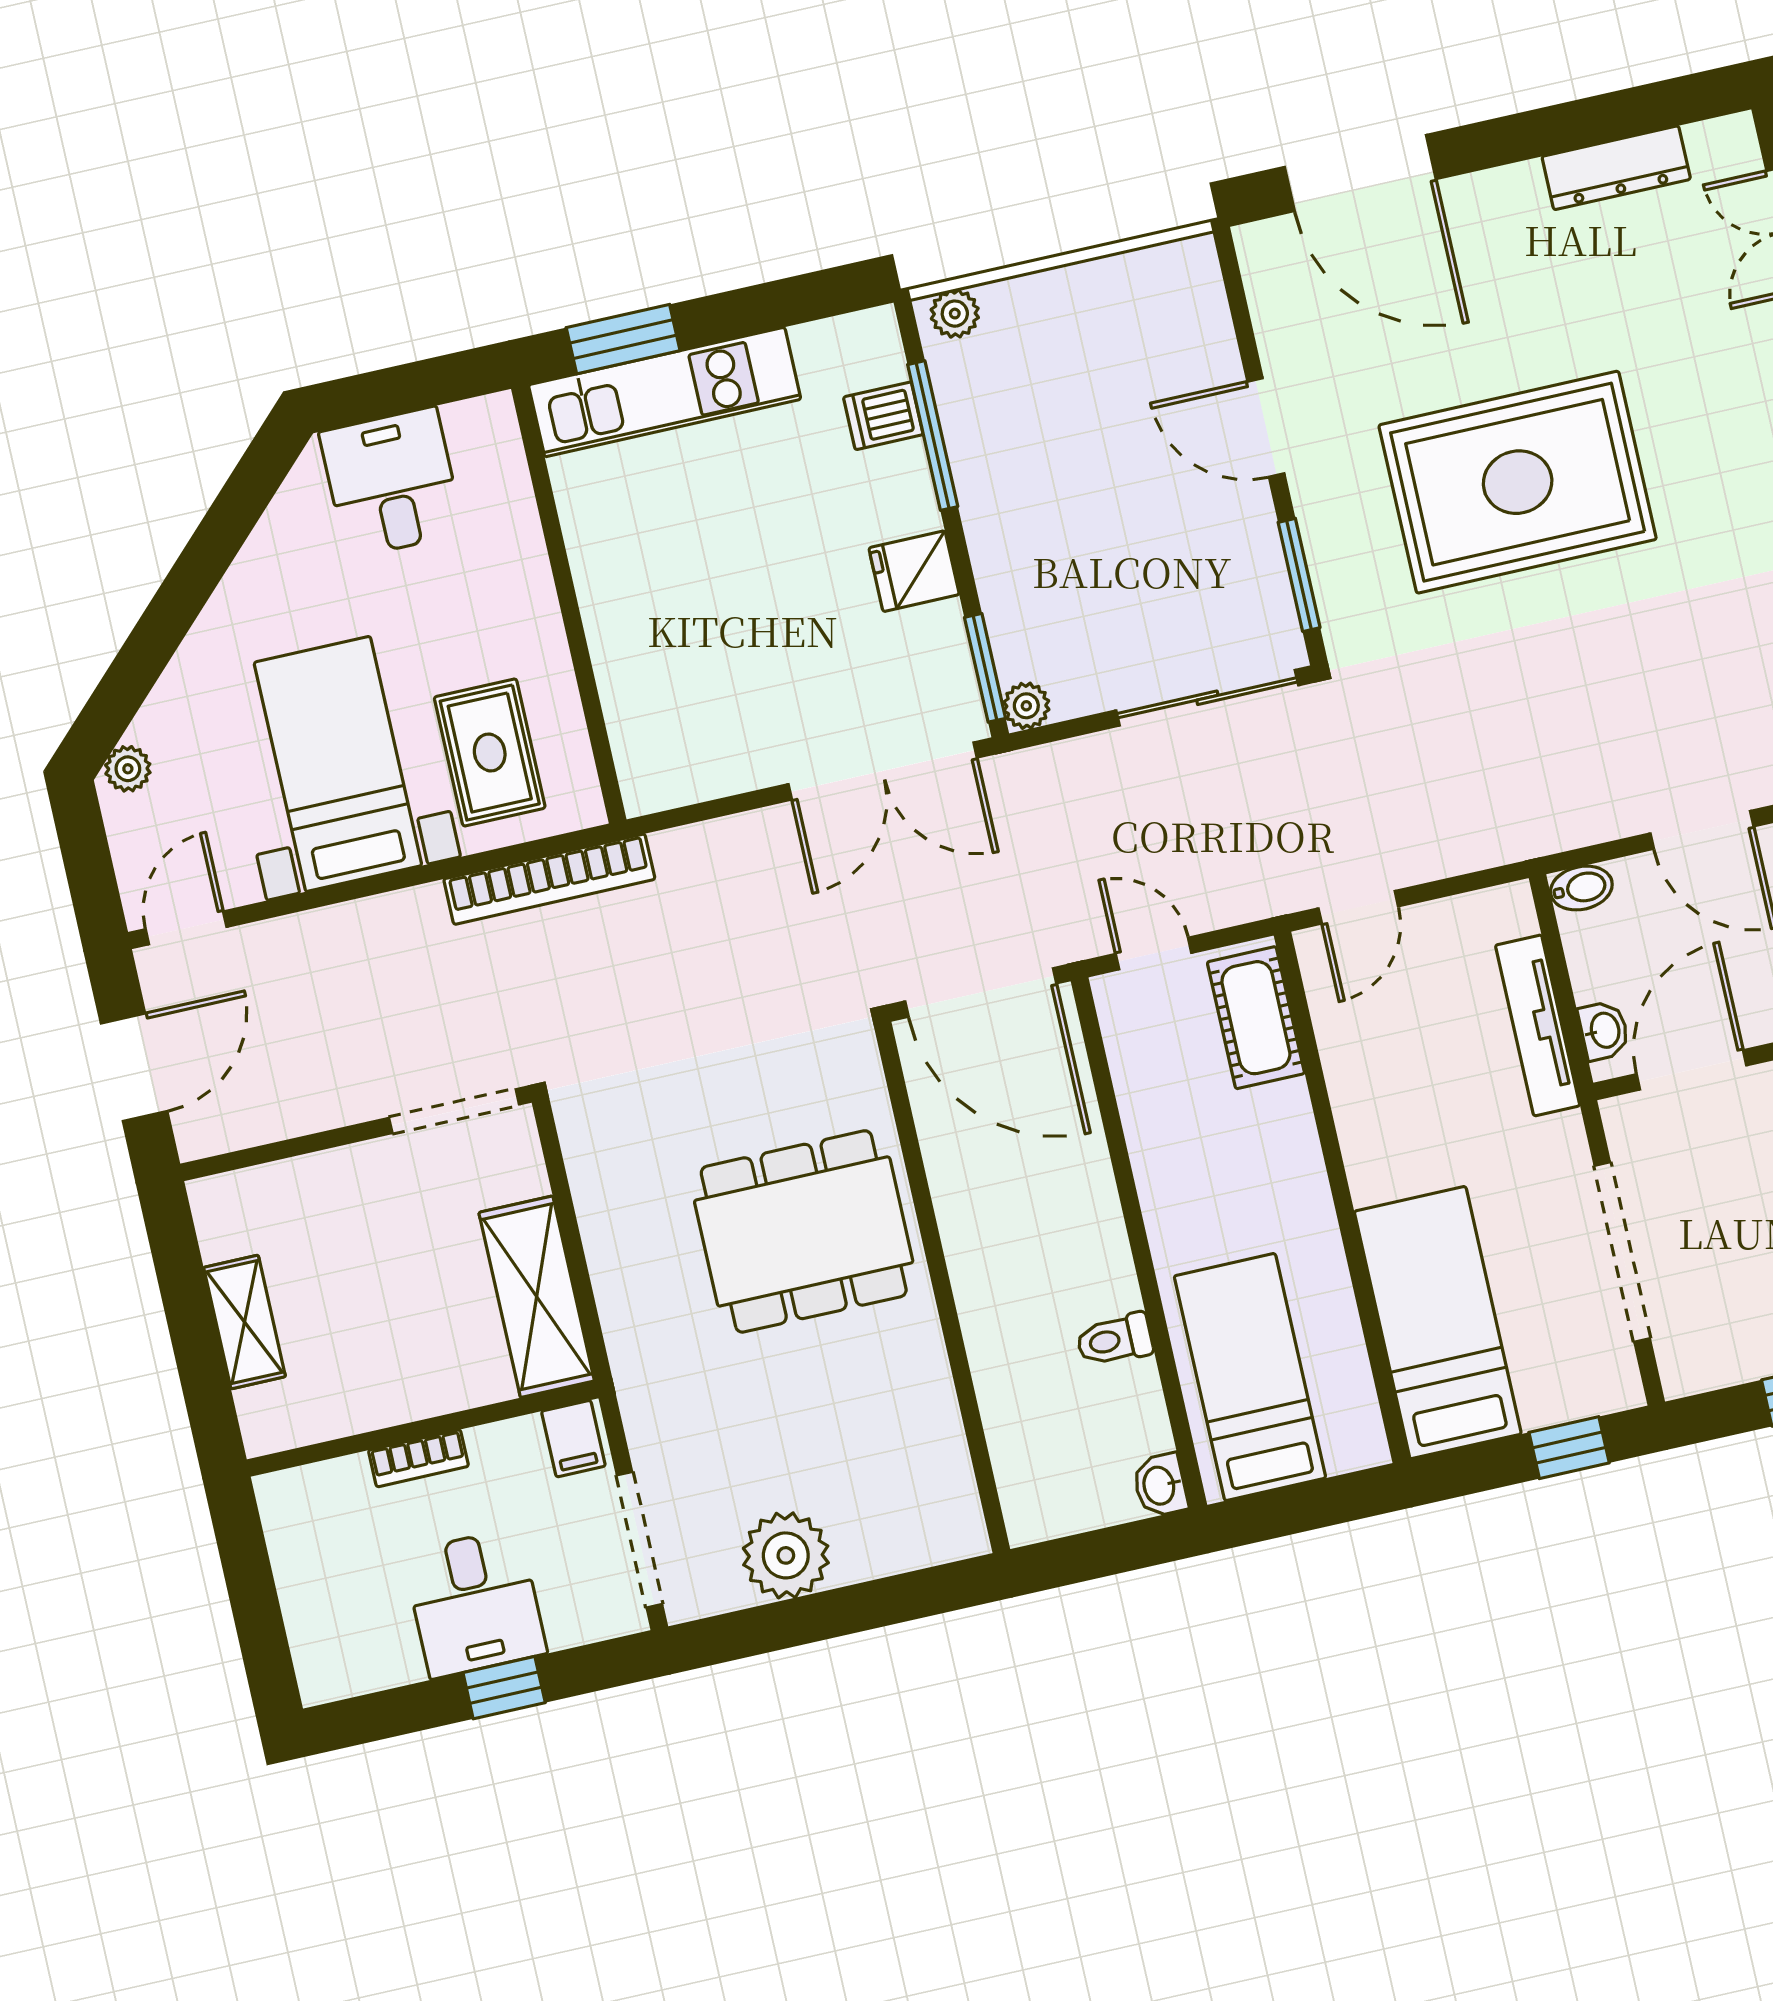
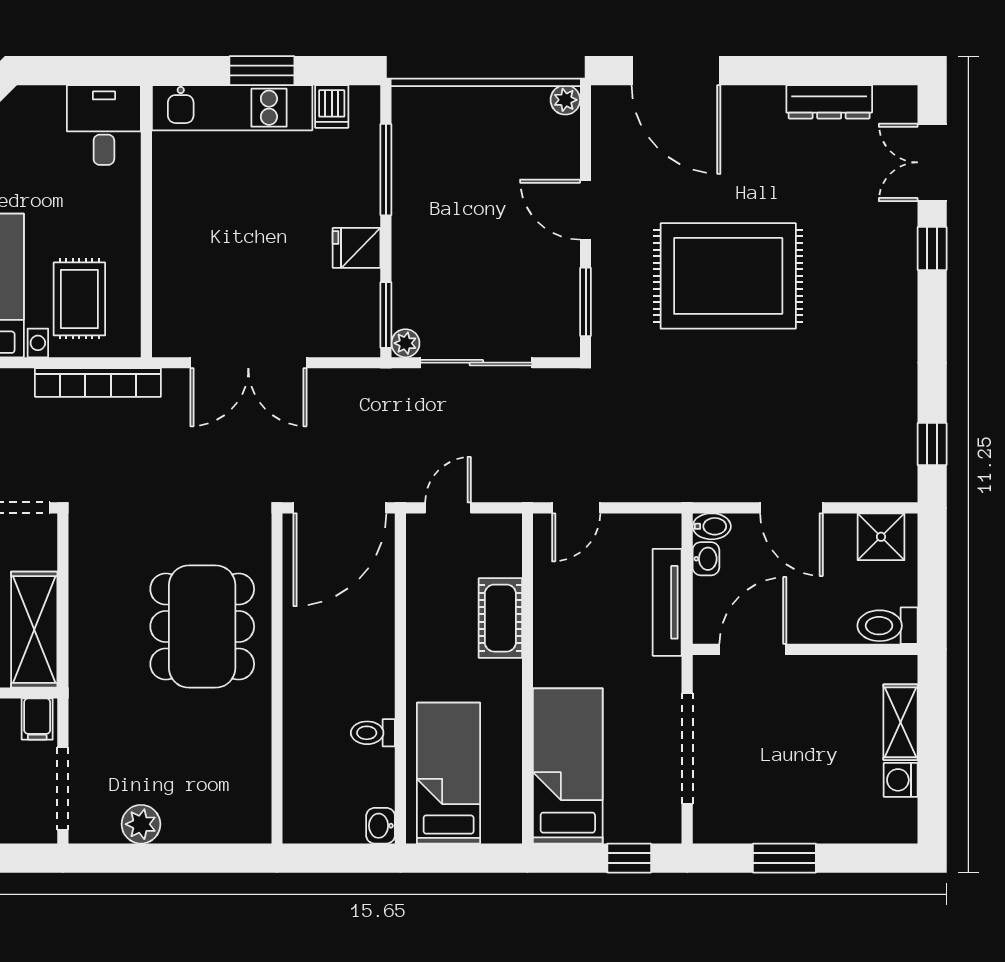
plant: (955, 314) -> (565, 100), moved
window: (623, 339) -> (262, 71), moved
dishwasher: (883, 416) -> (332, 106), moved, turned -90
desk: (392, 483) -> (104, 125), moved
sliding door: (1207, 698) -> (476, 363), moved
double door: (883, 771) -> (248, 363), moved
door: (1154, 953) -> (448, 508), hinge flipped
door: (981, 992) -> (340, 508), hinge flipped
cot: (1256, 1018) -> (500, 618), moved
washbasin: (1604, 1031) -> (706, 559), moved
dining table: (804, 1231) -> (202, 627), turned 90
plant: (786, 1555) -> (141, 824), width x0.73, depth x0.73

